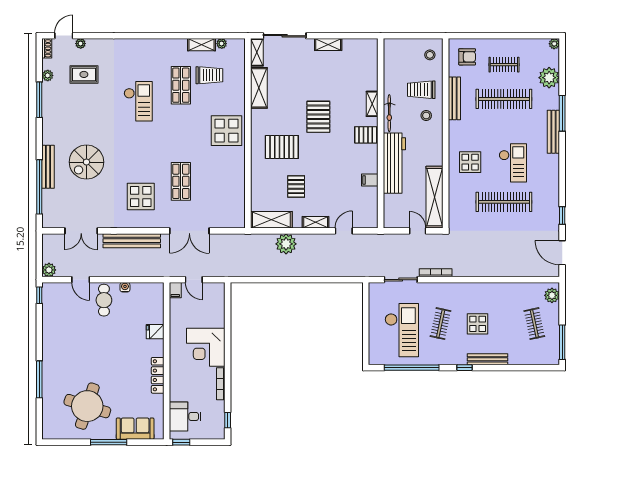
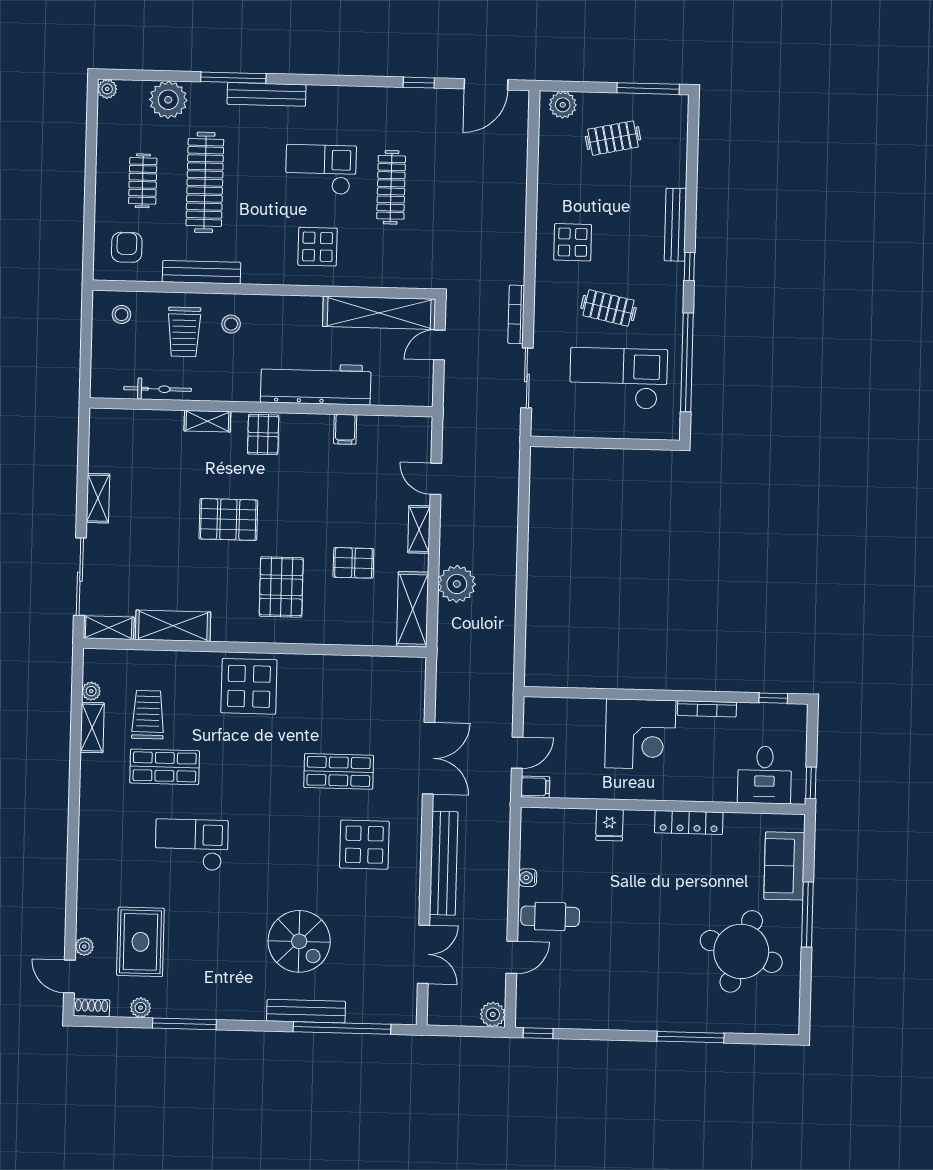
rug: (84, 74) -> (140, 942), width x1.36, depth x1.43
bicycle: (389, 113) -> (158, 389), moved
clothes rail: (504, 202) -> (391, 187), width x0.73, depth x0.76
display table: (478, 324) -> (573, 242), moved

